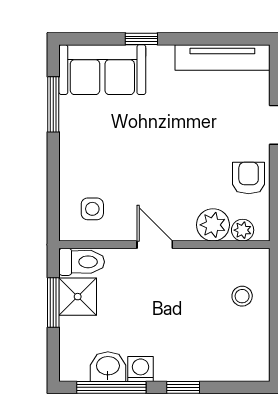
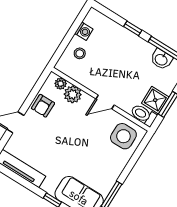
side table: (92, 209) -> (123, 136), width x1.87, depth x1.87
door: (155, 245) -> (105, 102), hinge flipped
washing machine: (141, 369) -> (84, 31), moved, turned -90

